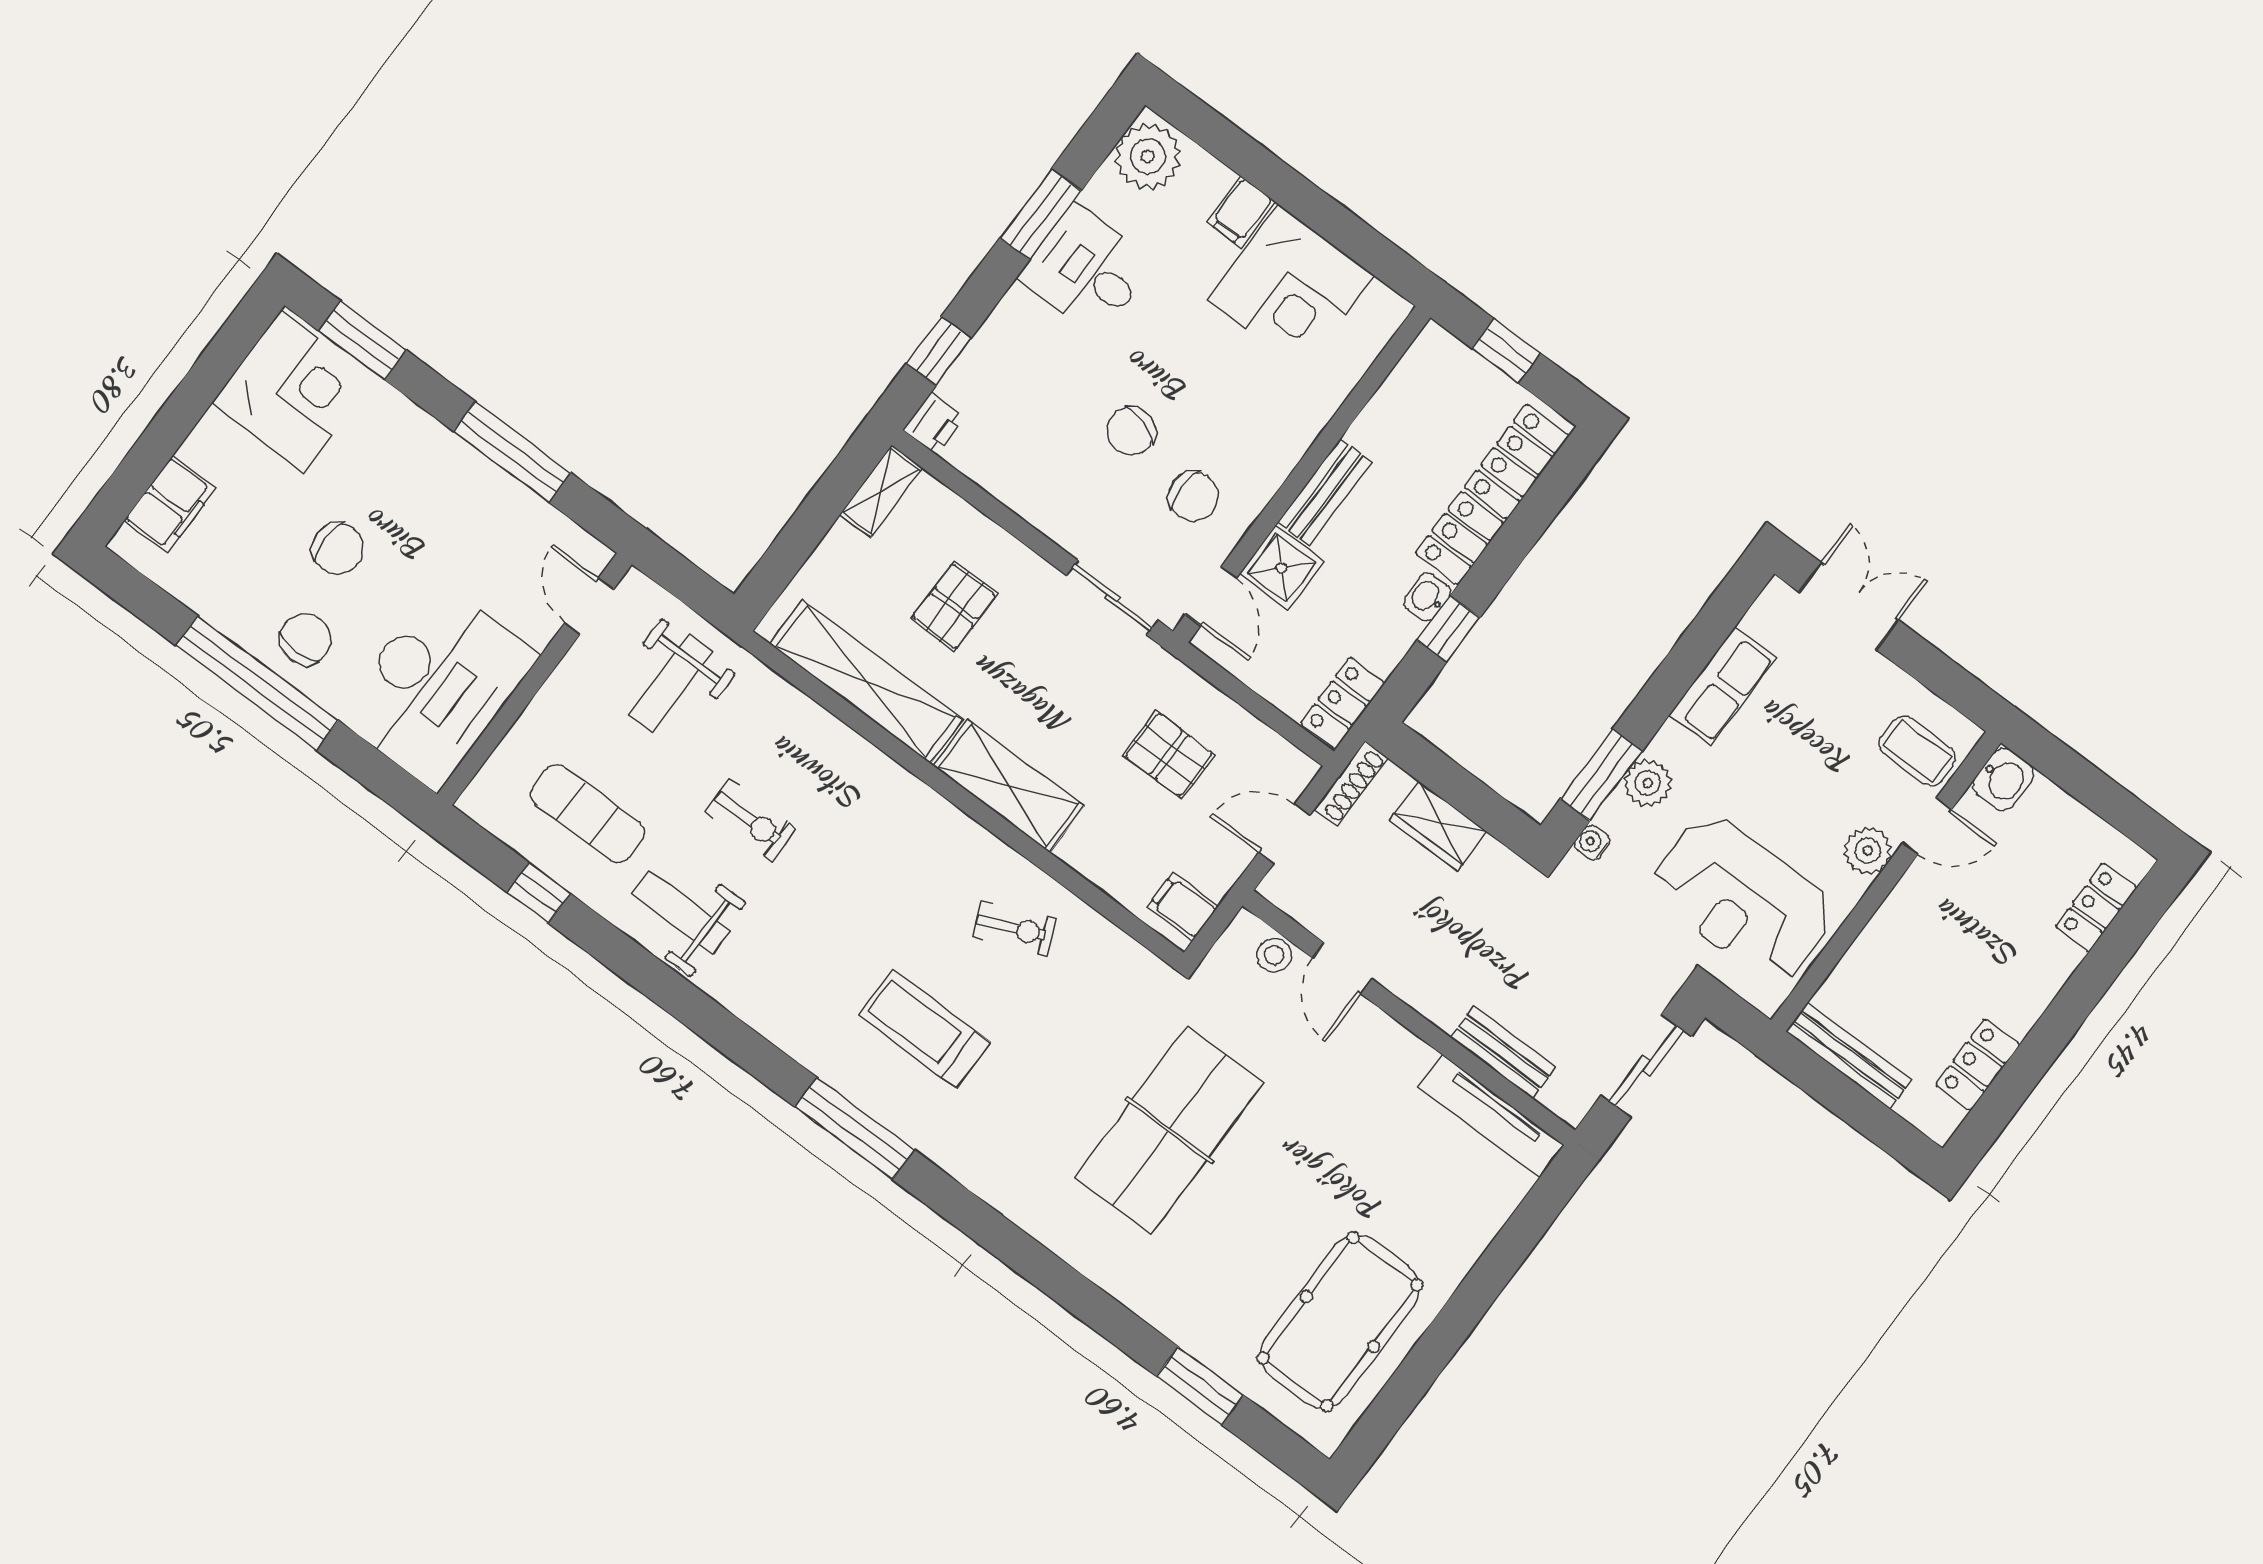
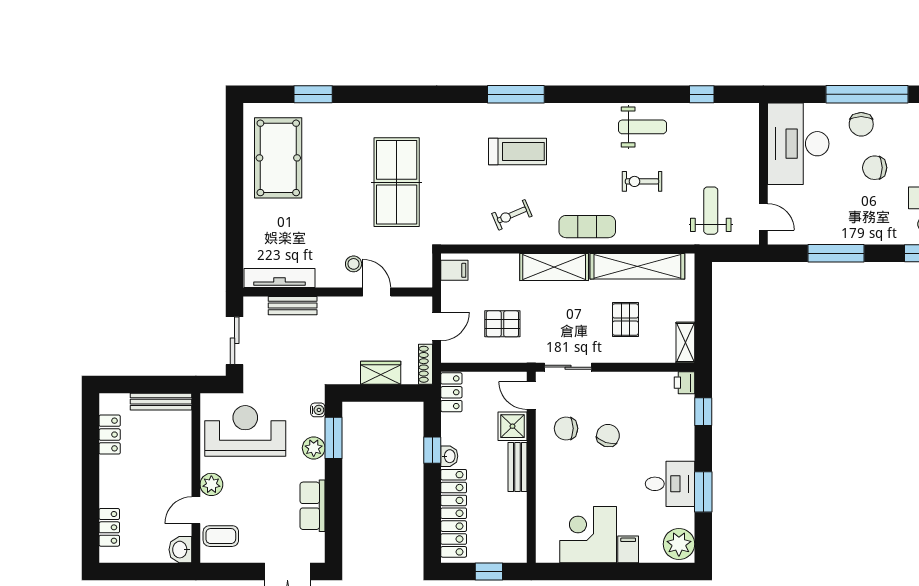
exercise mat: (587, 813) -> (587, 227), moved
stool: (1274, 955) -> (354, 264), moved

